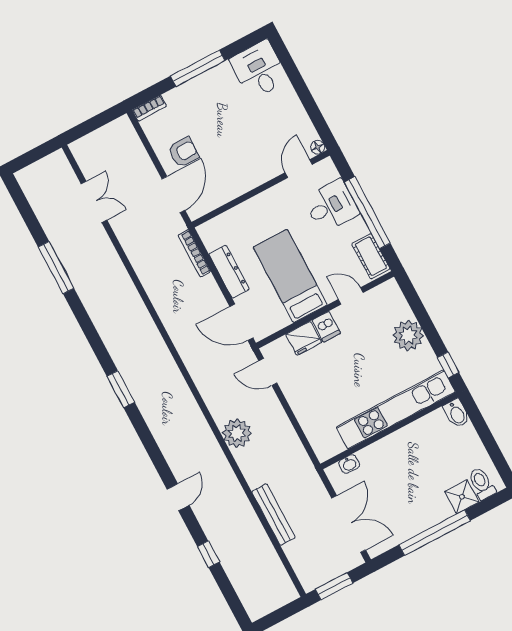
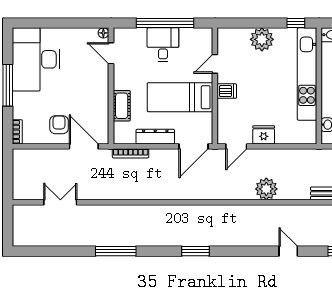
desk: (259, 70) -> (36, 59), width x1.87, depth x1.30
desk: (331, 206) -> (163, 45), moved
cot: (371, 256) -> (122, 106), moved, turned 90
window: (56, 268) -> (116, 251), moved
fridge: (304, 338) -> (264, 135), moved, turned -90

